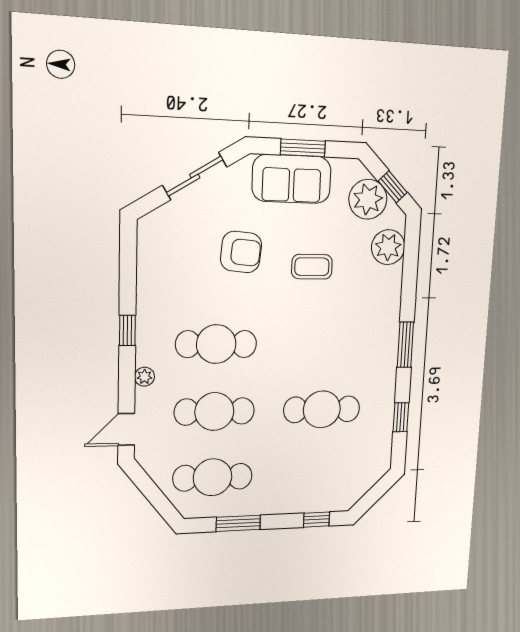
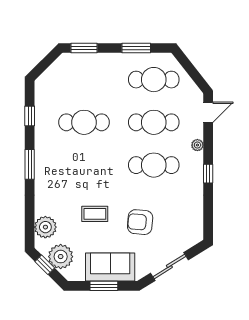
window: (317, 520) -> (84, 48), width x1.50

